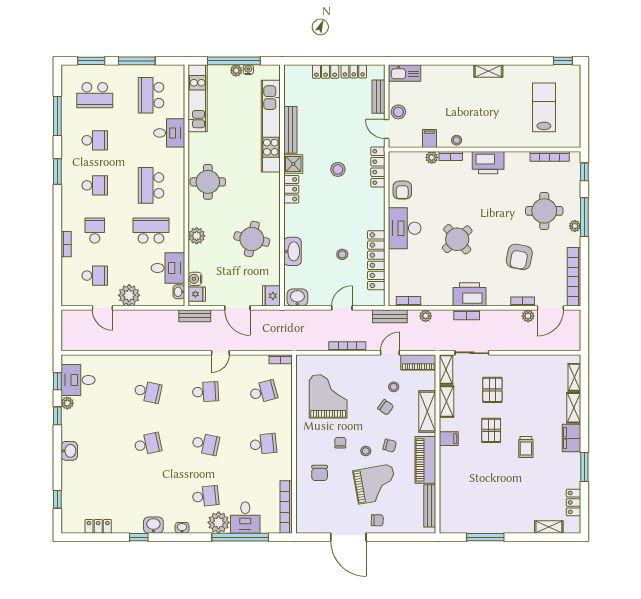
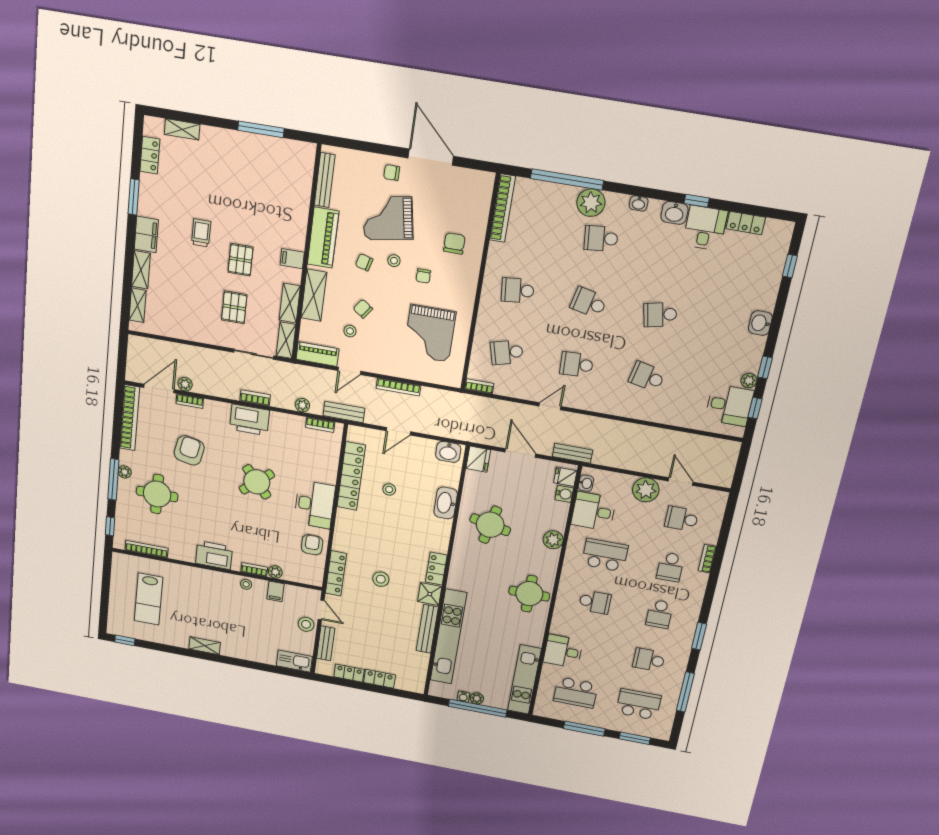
school desk: (151, 95) -> (576, 692), turned 90
school desk: (95, 185) -> (659, 614), turned -90
school desk: (151, 185) -> (595, 602), width x0.54
school desk: (151, 230) -> (605, 555), turned 180
desk: (245, 518) -> (705, 228), moved

